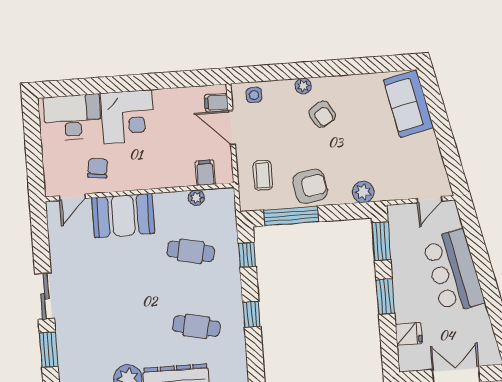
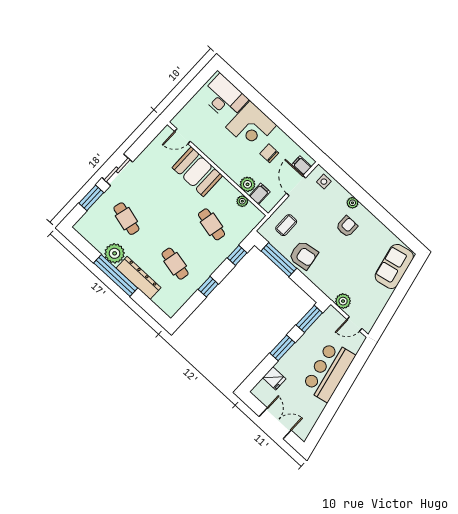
armchair: (322, 114) -> (347, 226), turned -149
chair: (98, 168) -> (269, 153), moved, turned -98
plant: (184, 176) -> (248, 184), added
plant: (363, 192) -> (343, 301), moved
cafe table: (104, 333) -> (126, 219), added

